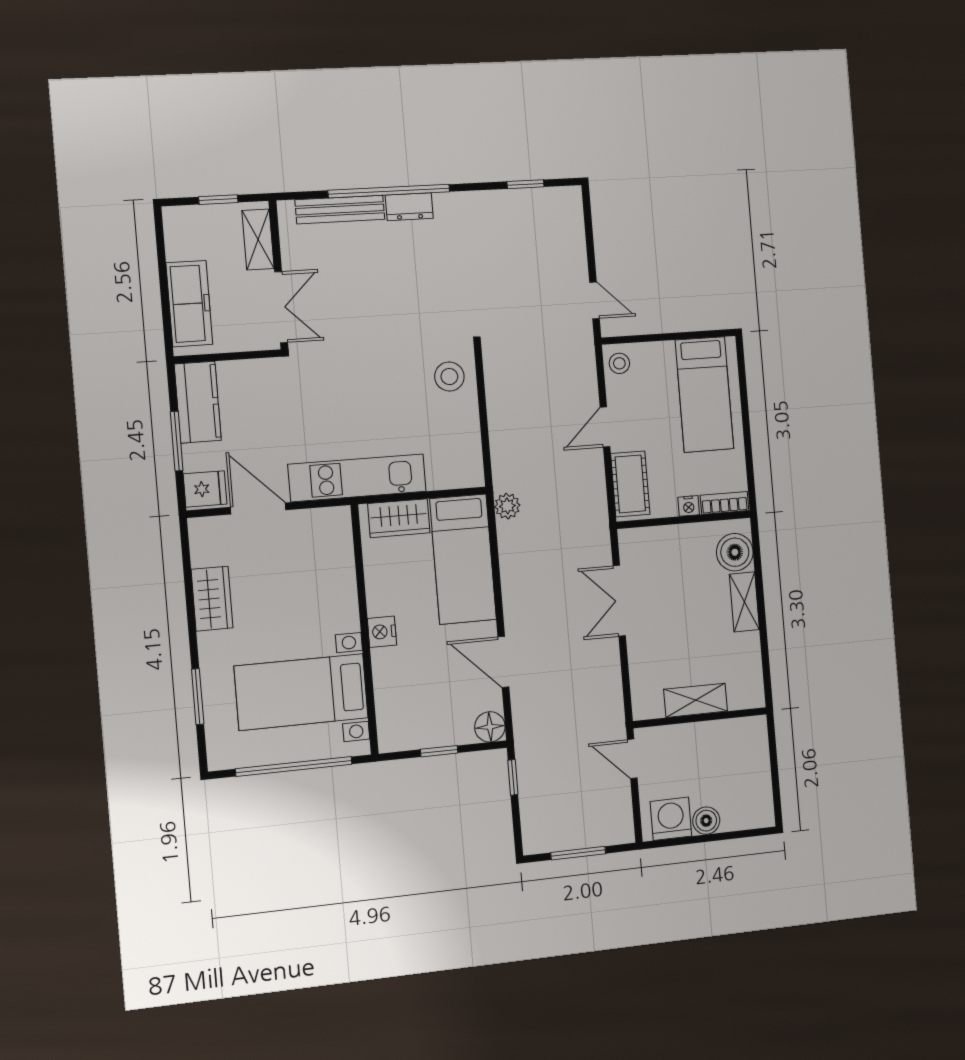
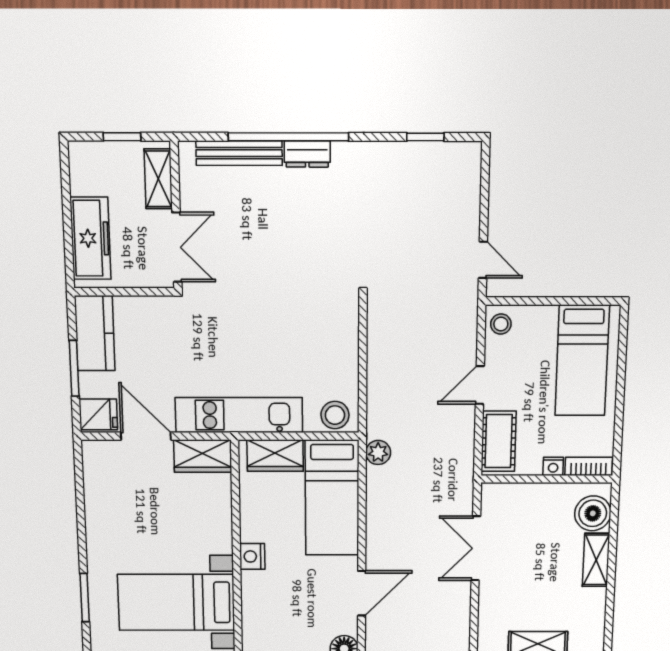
stool: (449, 377) -> (335, 415), moved
wardrobe: (212, 599) -> (203, 456), moved, turned 90
door: (503, 662) -> (362, 593), swing flipped

